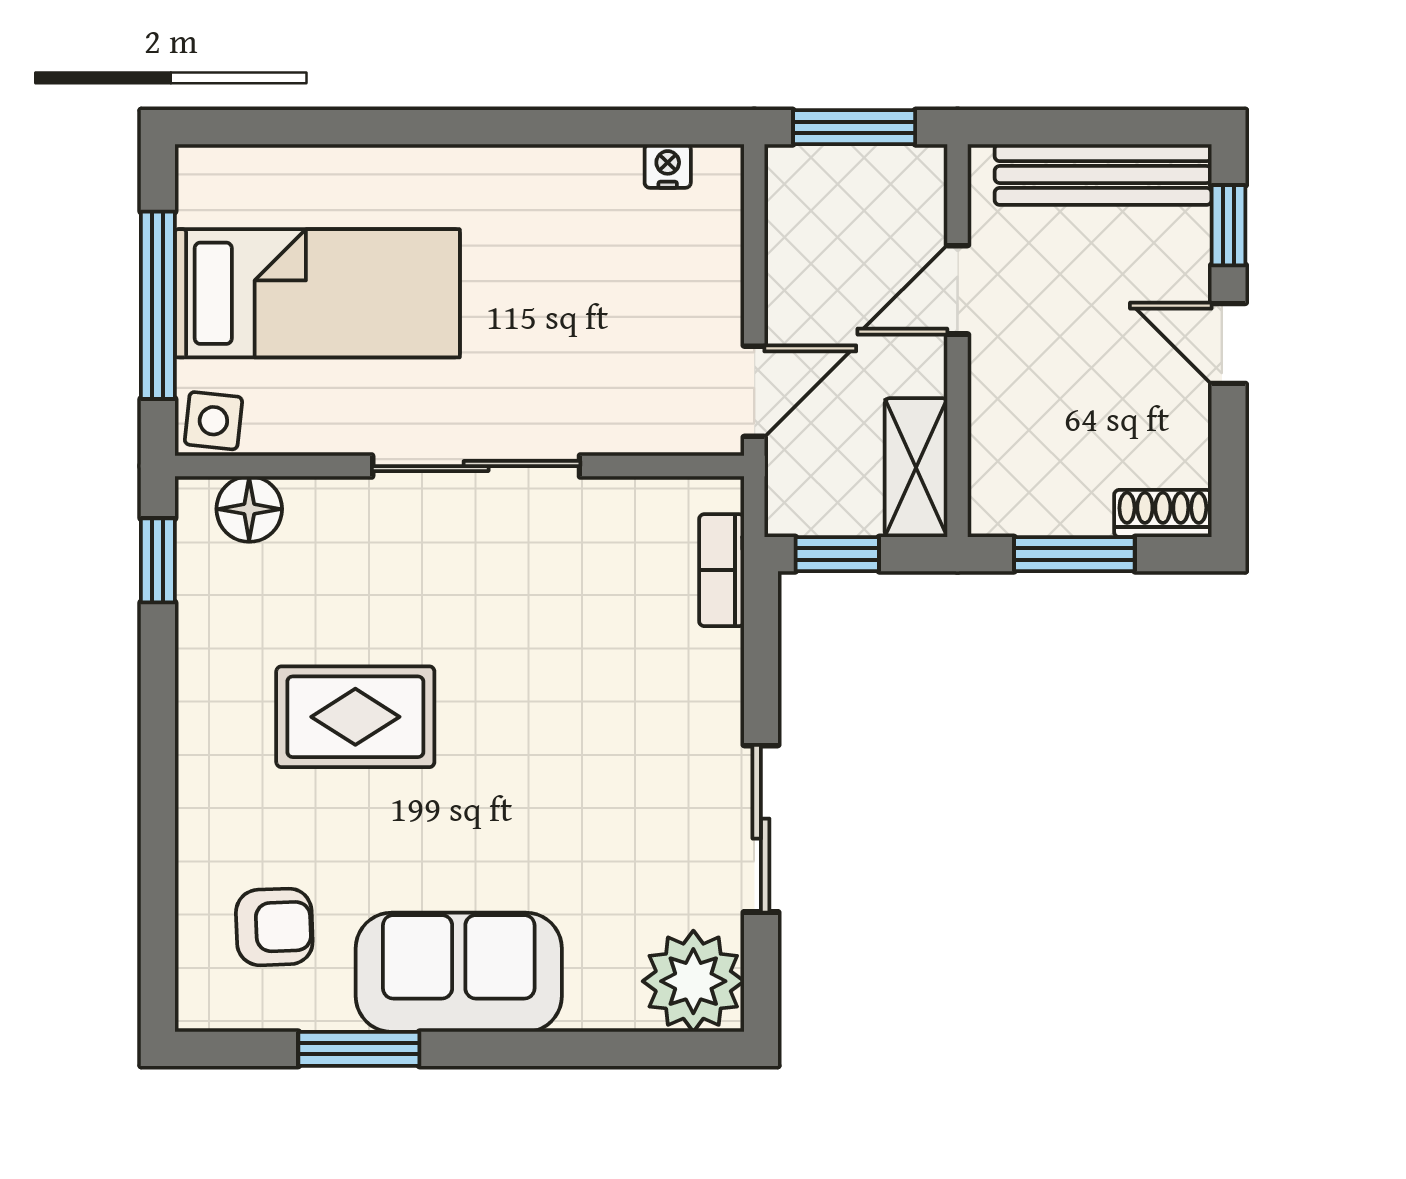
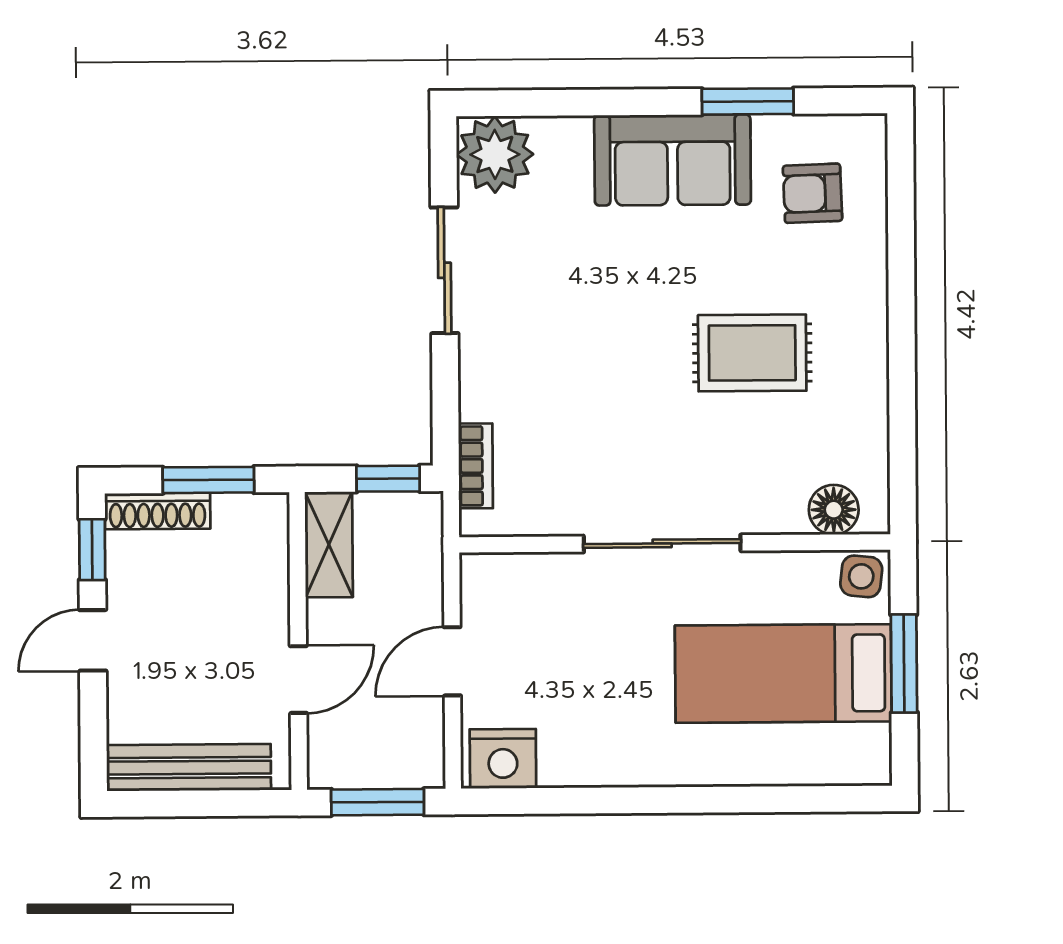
nightstand: (668, 166) -> (503, 759), width x1.89, depth x1.79
window: (1229, 225) -> (92, 550), moved
window: (158, 305) -> (904, 664), width x0.69
door: (1229, 343) -> (93, 640), swing flipped
door: (754, 391) -> (452, 661), moved
shoe rack: (1163, 513) -> (158, 511), width x1.43
window: (158, 560) -> (903, 470), removed

